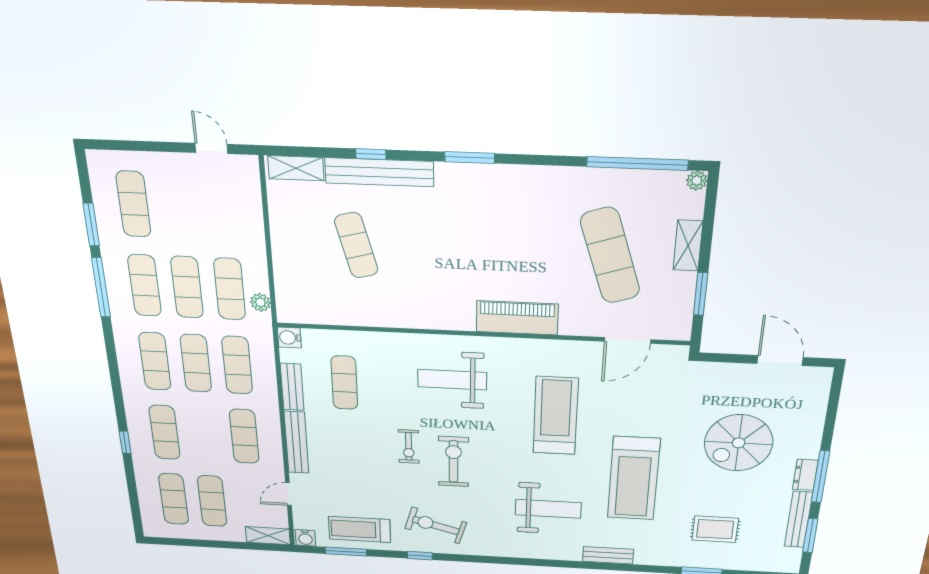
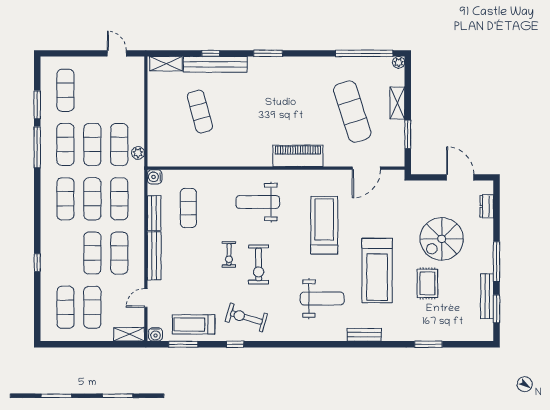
exercise mat: (165, 432) -> (92, 253), moved
exercise bike: (454, 462) -> (259, 264), turned 180
dresser: (805, 475) -> (487, 206), moved
rug: (715, 529) -> (427, 283), moved, turned 90

